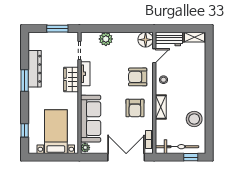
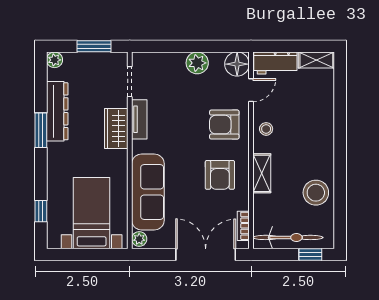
plant: (33, 37) -> (54, 60), added
plant: (106, 39) -> (197, 63), moved

